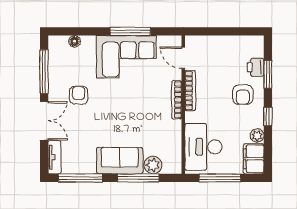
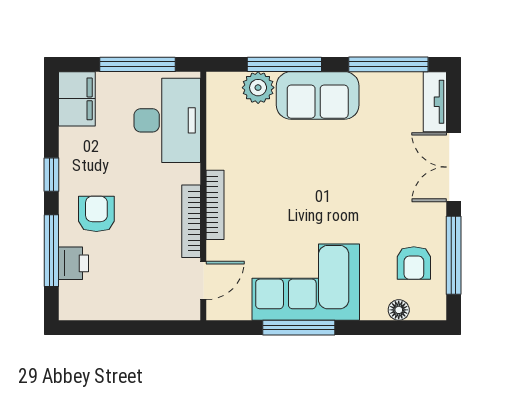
door: (183, 58) -> (203, 280), hinge flipped
window: (268, 74) -> (51, 251), width x1.44
armchair: (79, 95) -> (414, 263), moved
plant: (257, 135) -> (71, 141), removed

